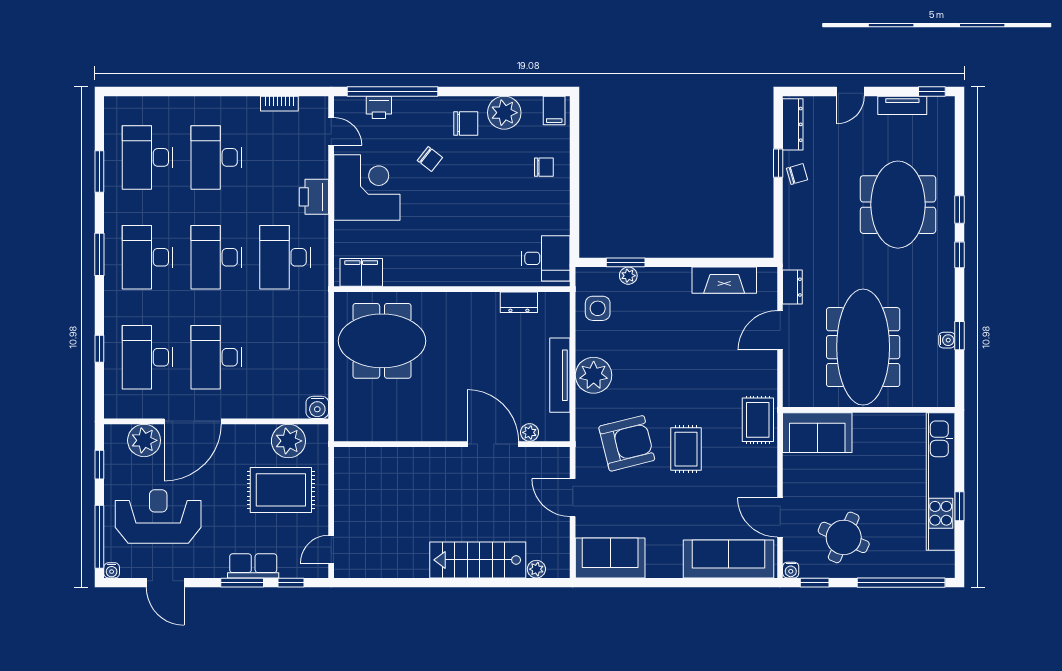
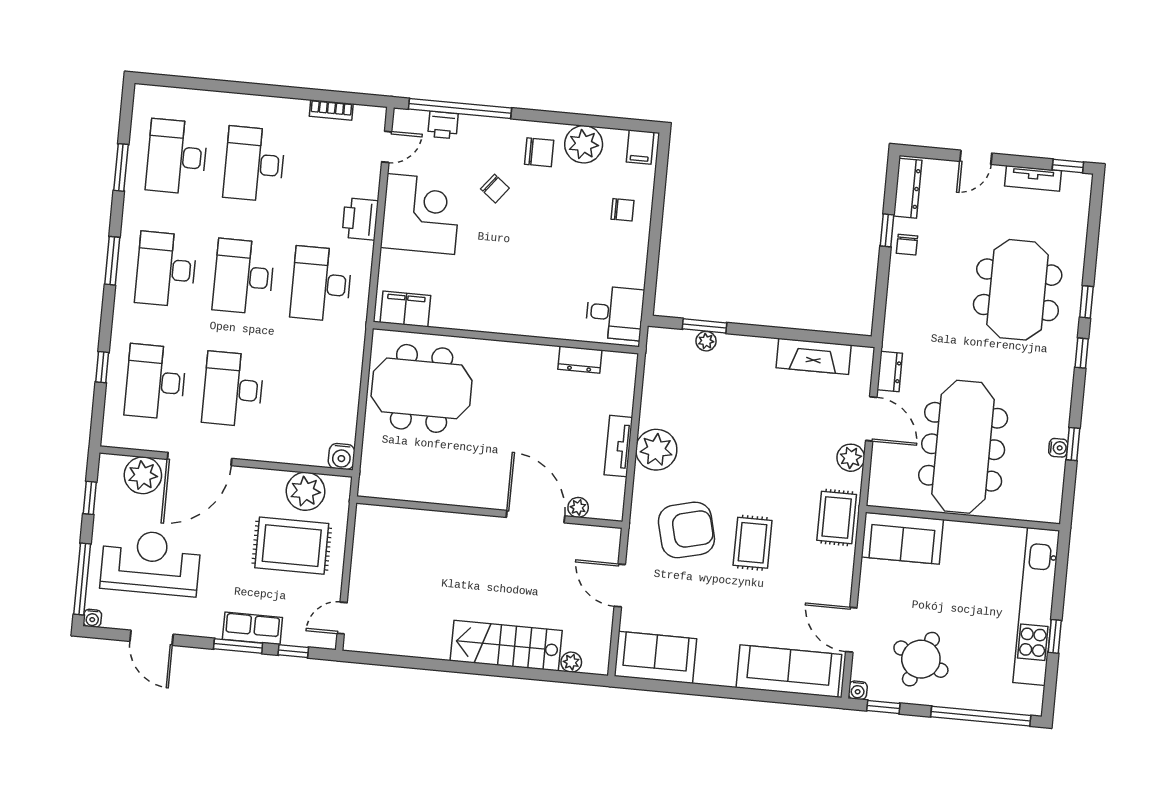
door: (331, 131) -> (387, 147), hinge flipped
chair: (797, 174) -> (907, 245), turned 106
side table: (598, 308) -> (668, 375), removed
door: (780, 330) -> (871, 419), swing flipped
plant: (765, 366) -> (851, 458), added
tv unit: (560, 375) -> (618, 446), width x0.71

